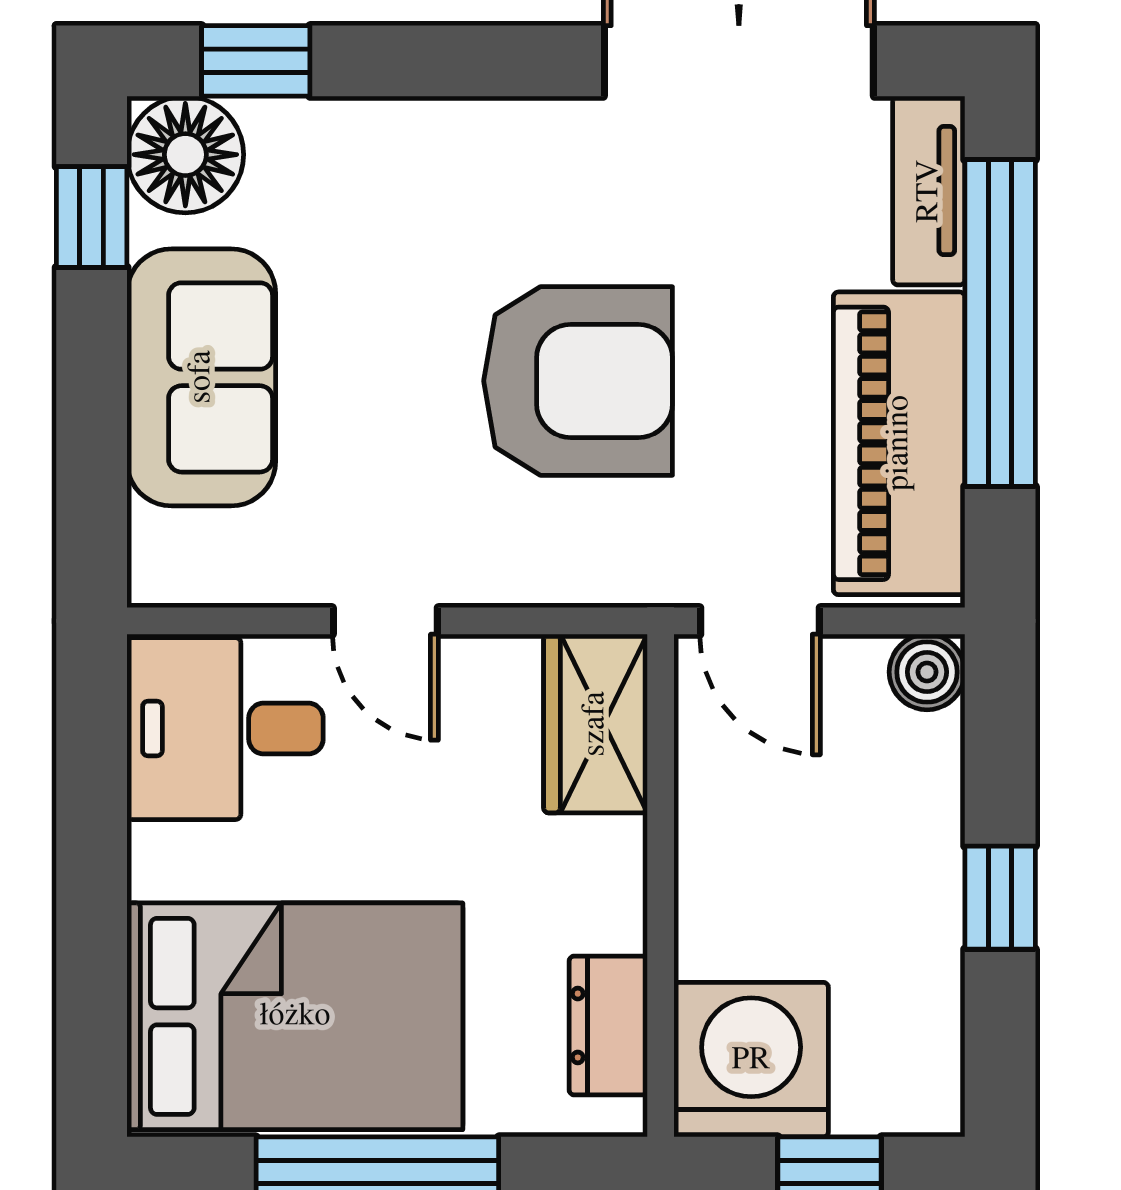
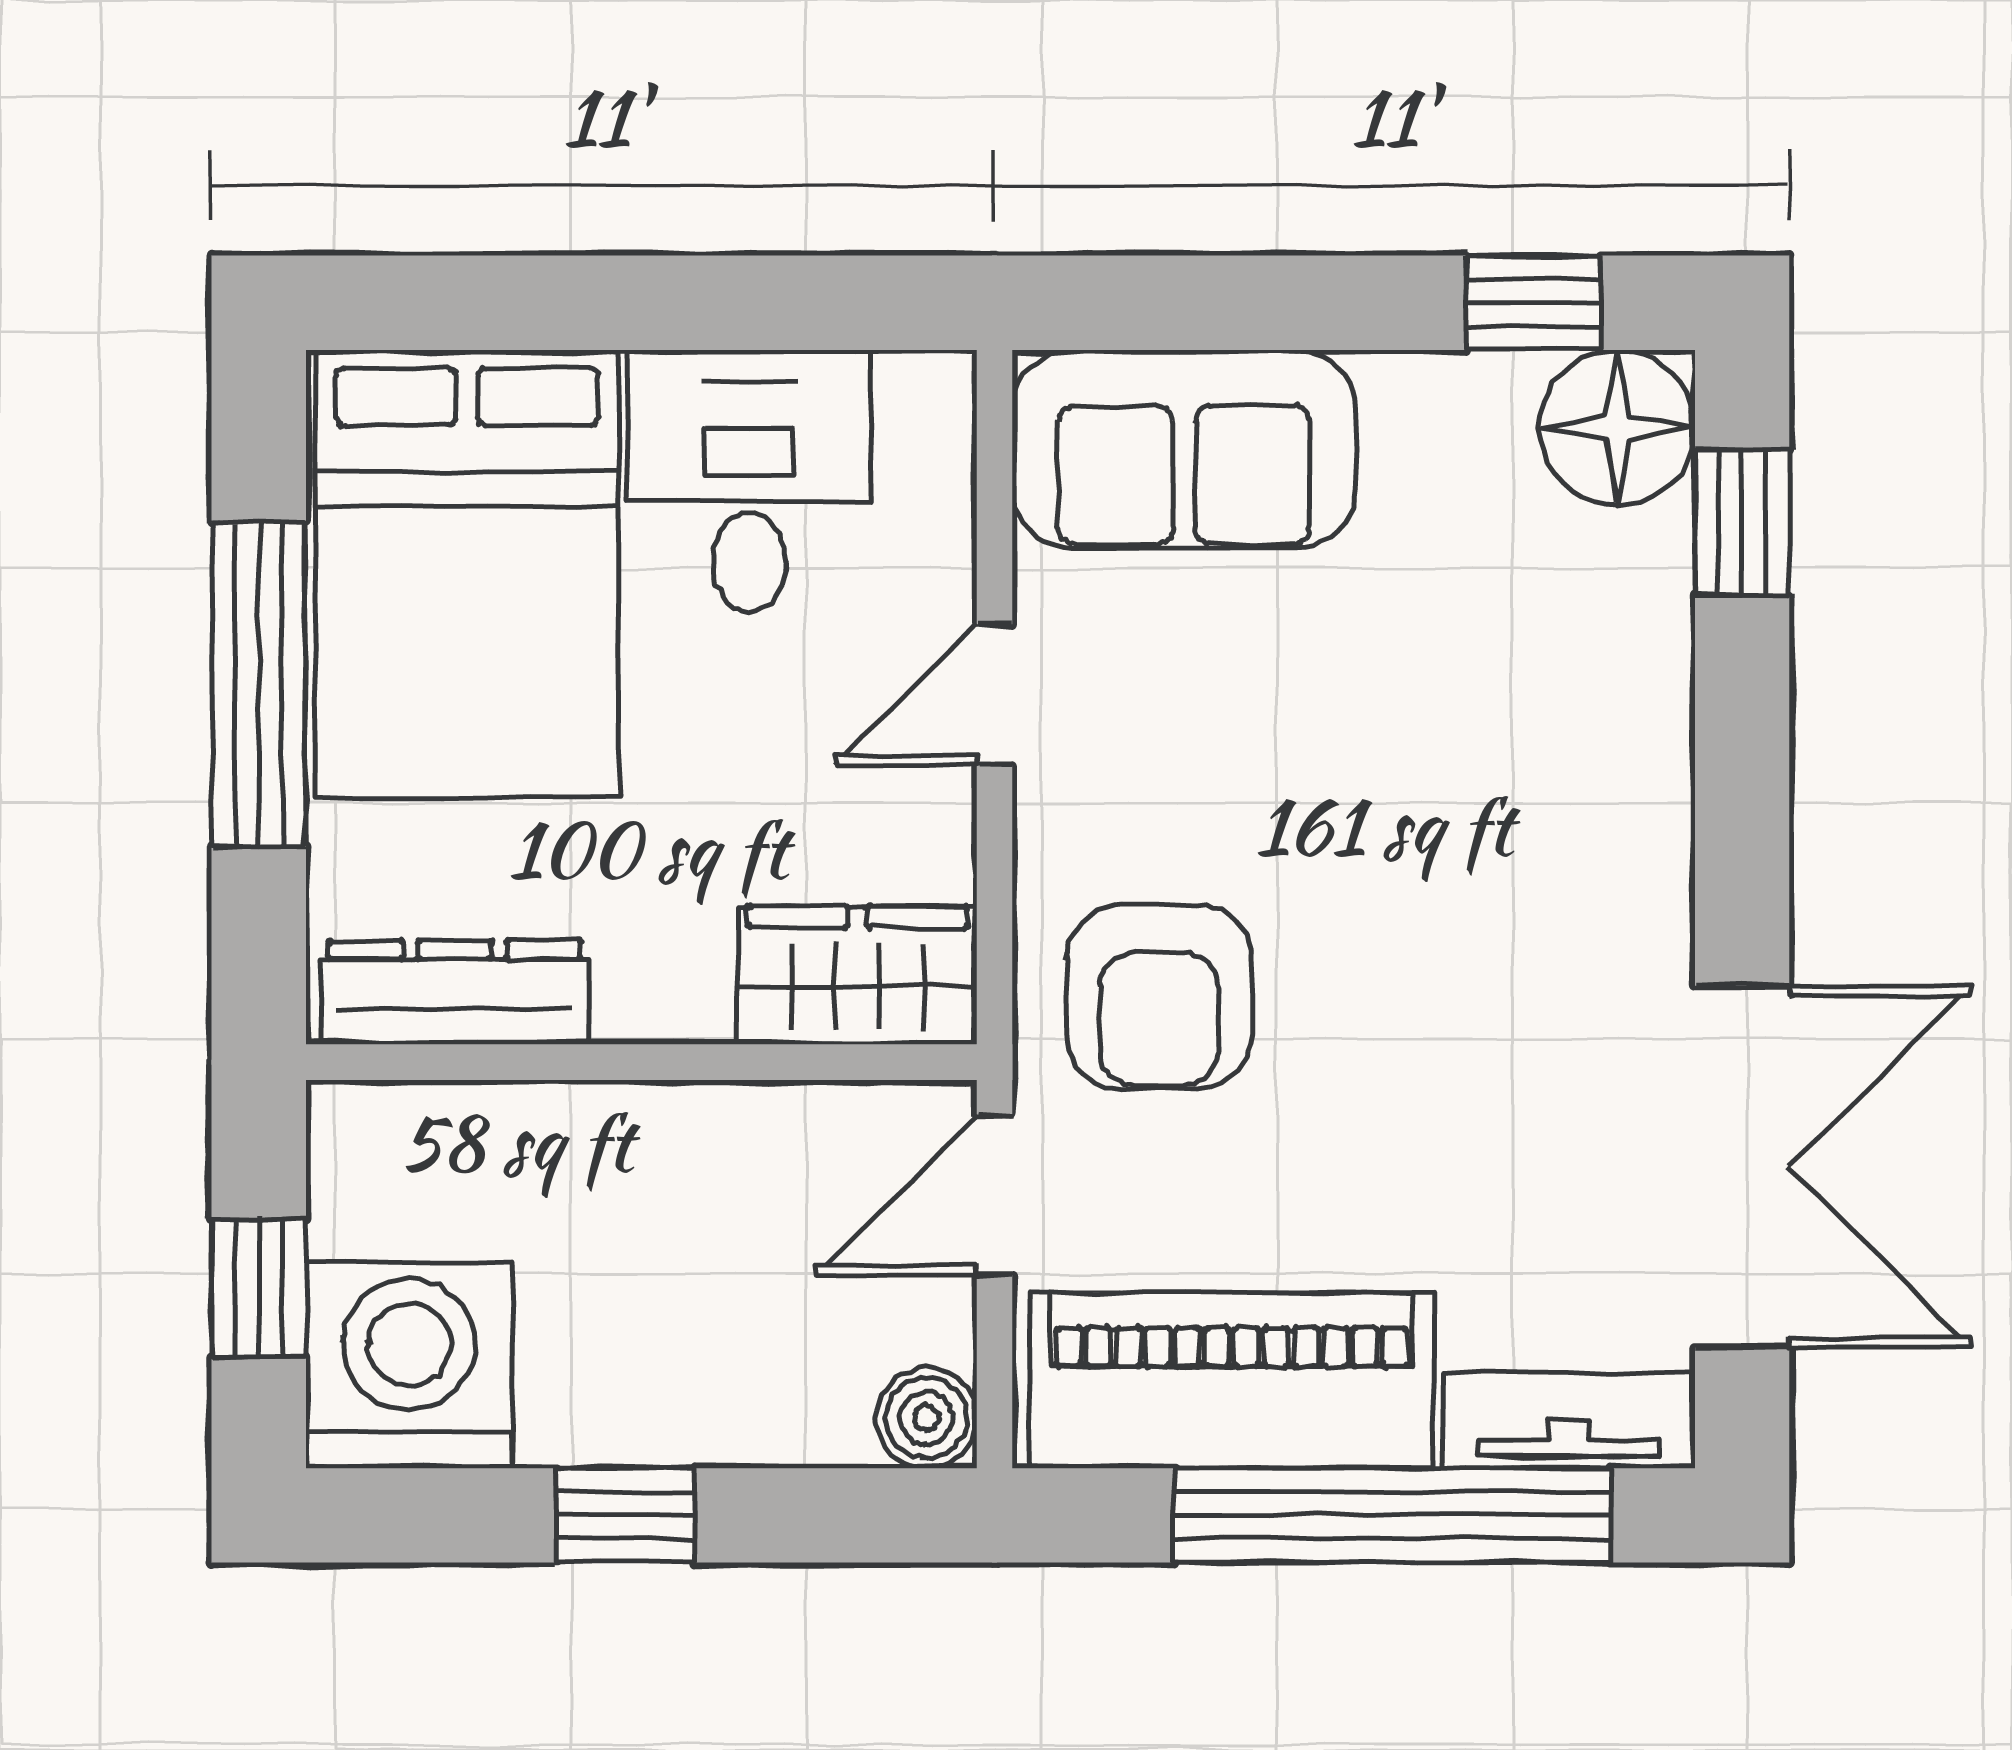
sofa: (201, 377) -> (1184, 449), moved
armchair: (578, 381) -> (1159, 997), moved, width x0.73, depth x0.73
desk: (225, 729) -> (749, 481), moved
dresser: (608, 1026) -> (455, 992), width x1.44
washing machine: (751, 1060) -> (409, 1365), moved, turned -90

